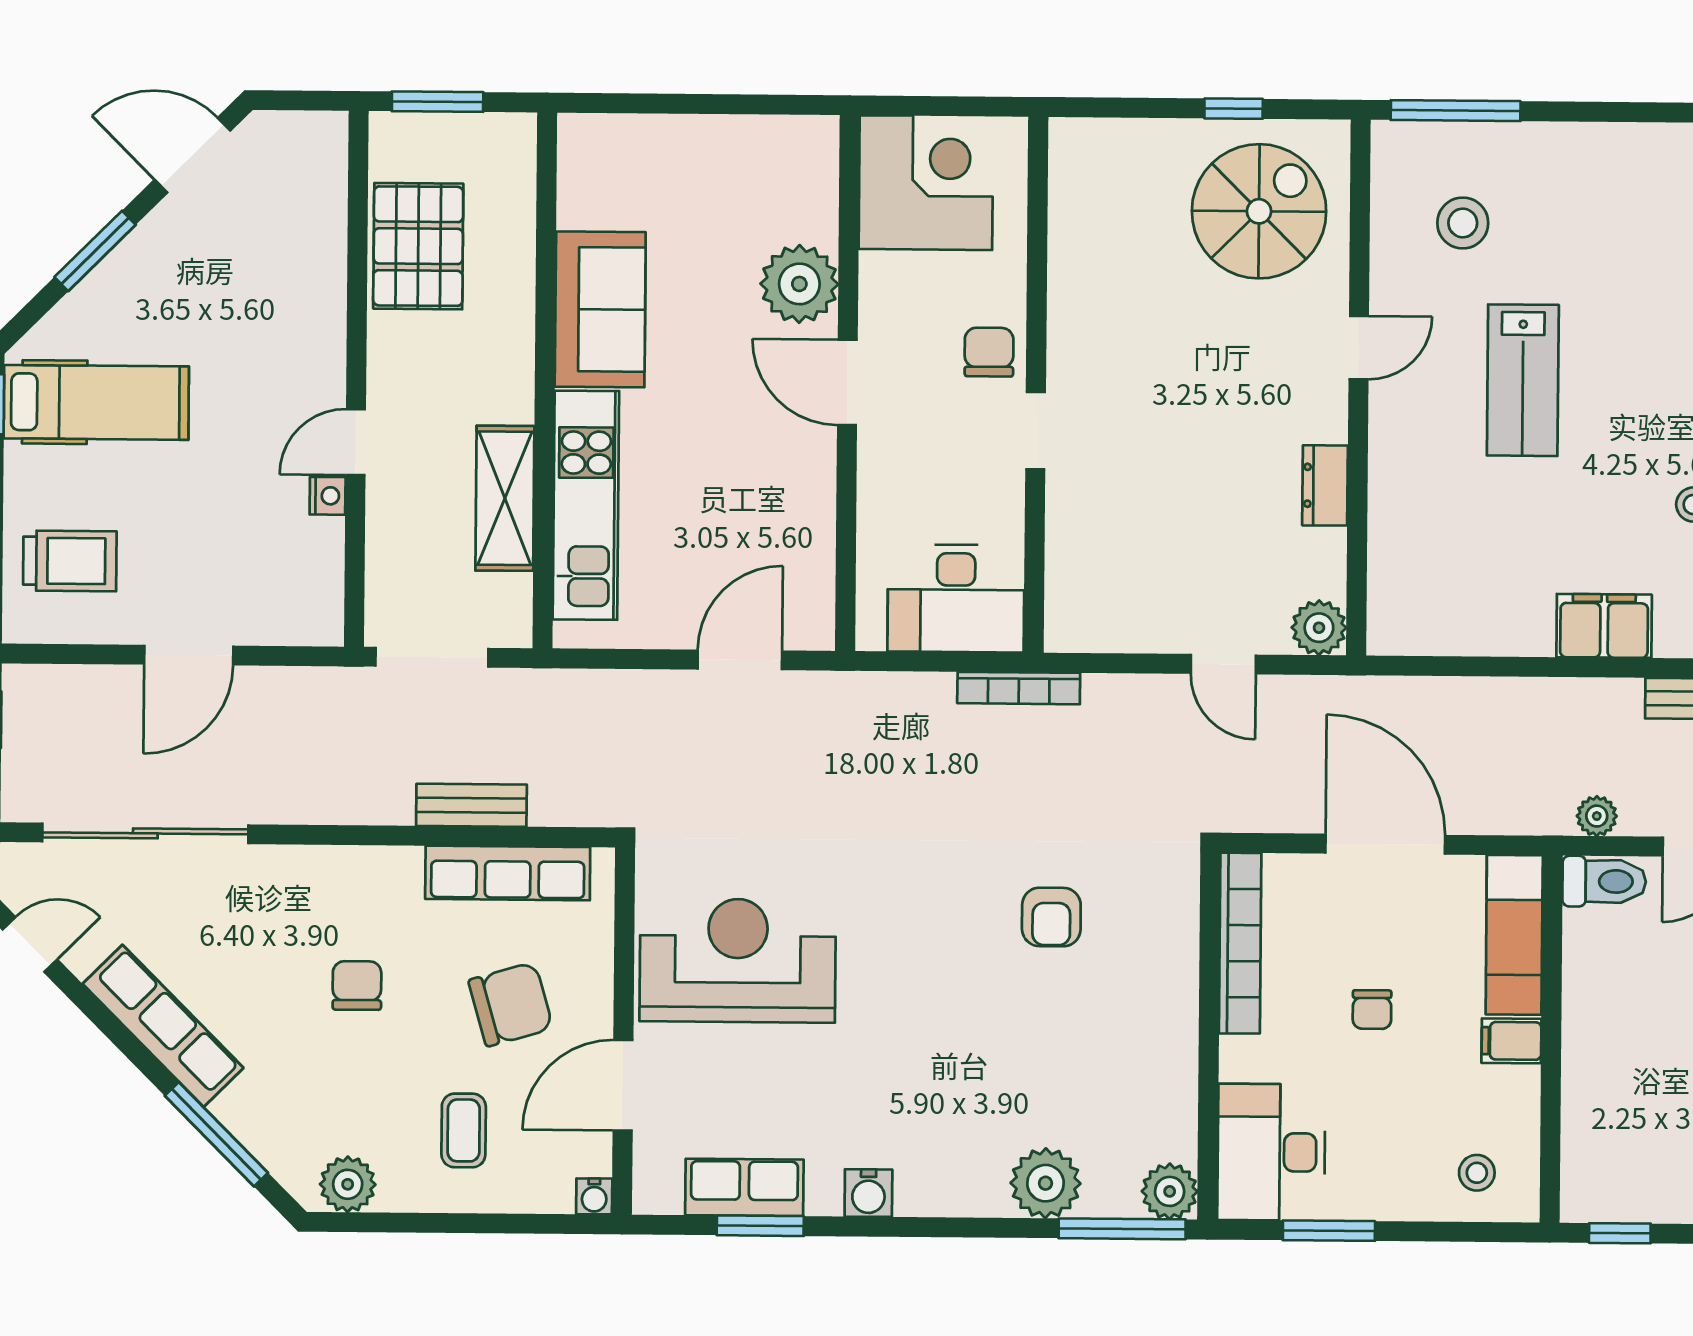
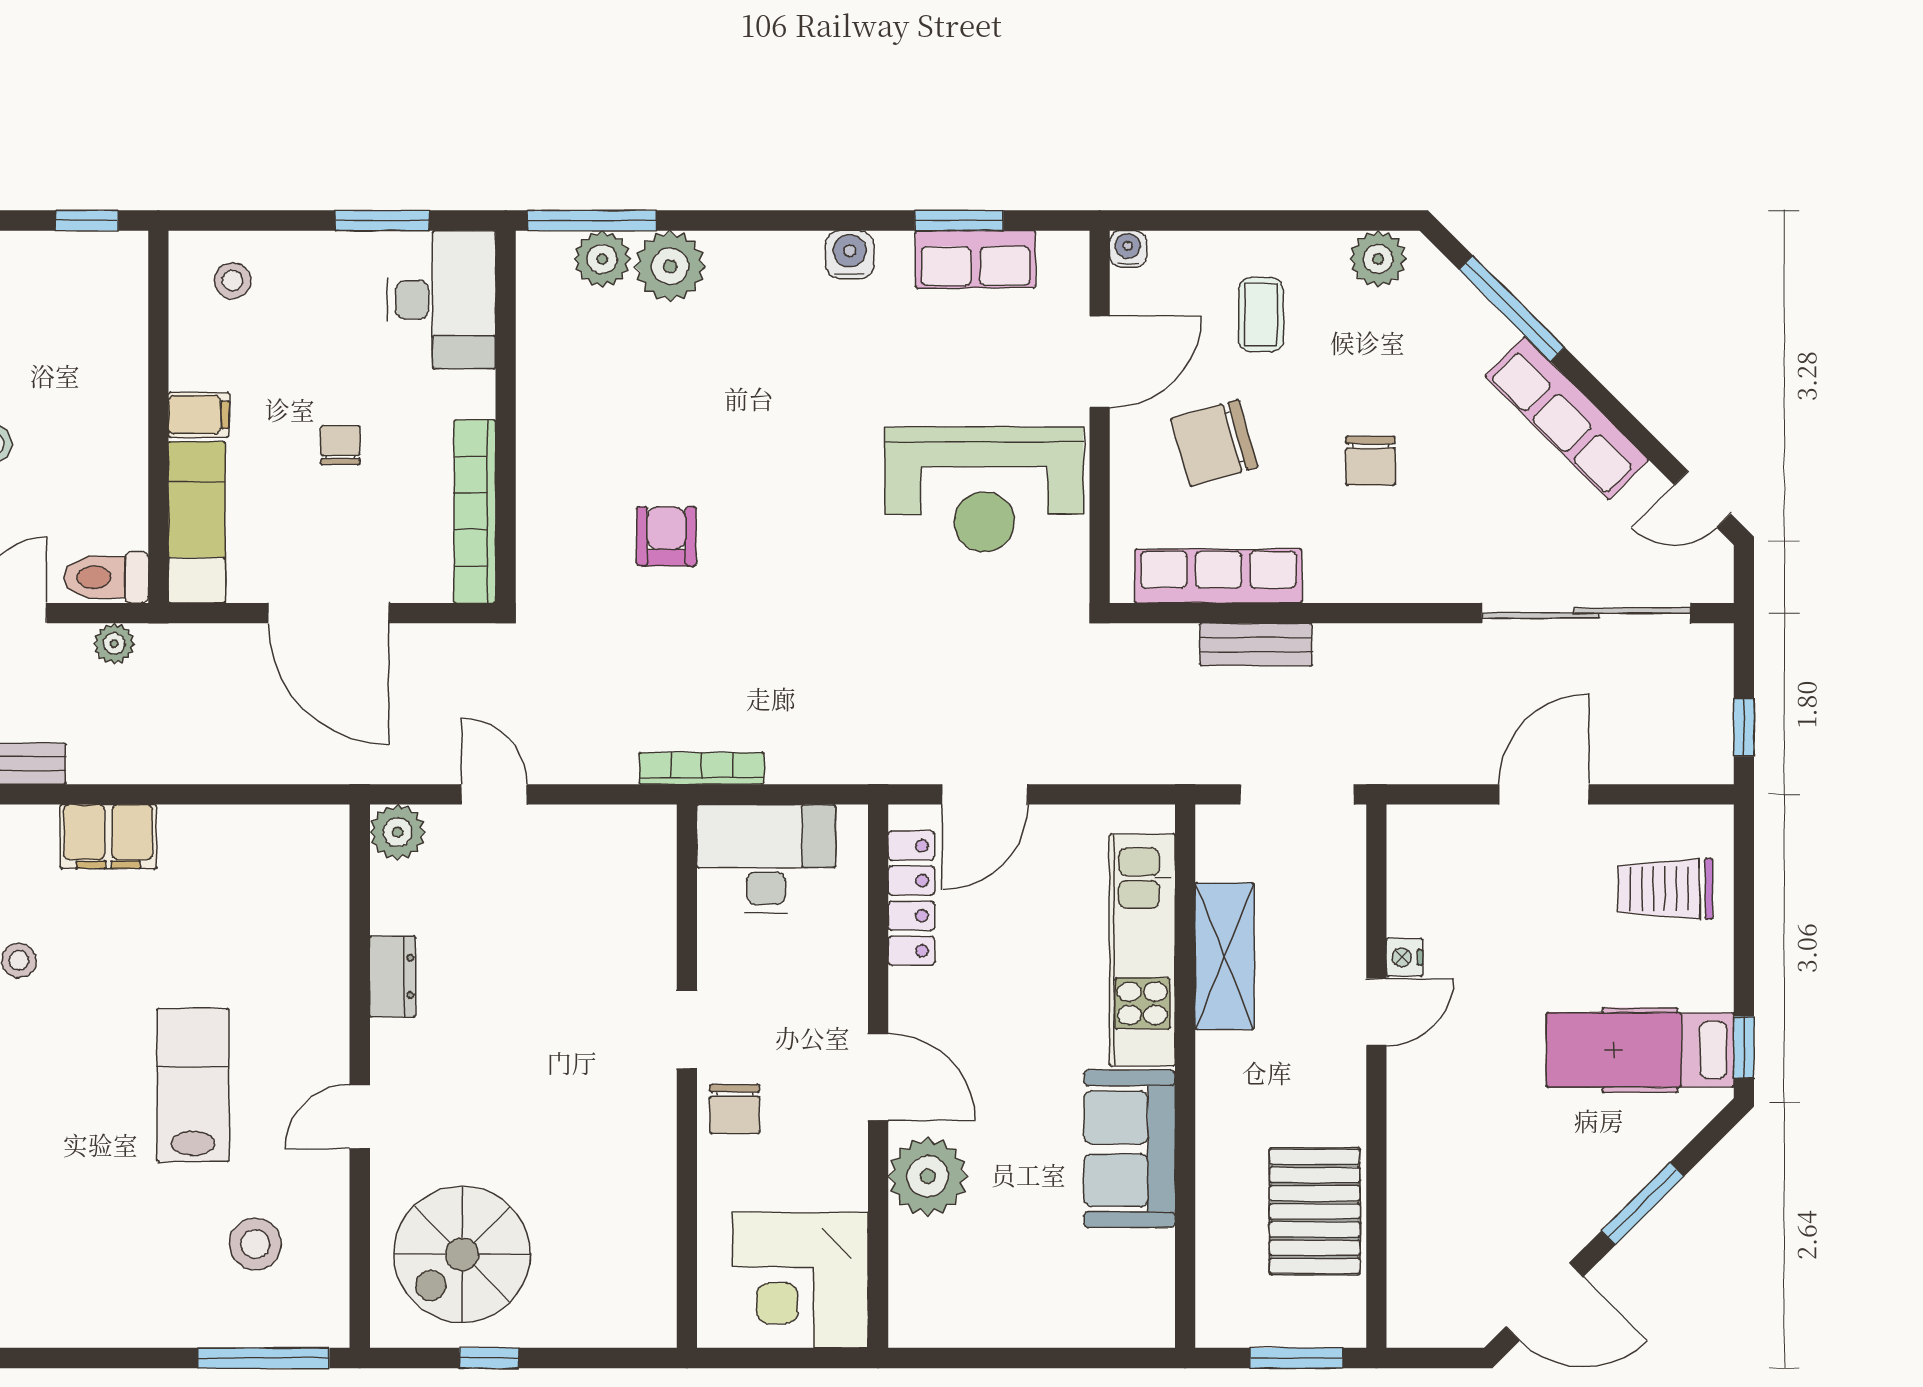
locker: (813, 558) -> (911, 898), added
plant: (1170, 1191) -> (602, 259), moved

